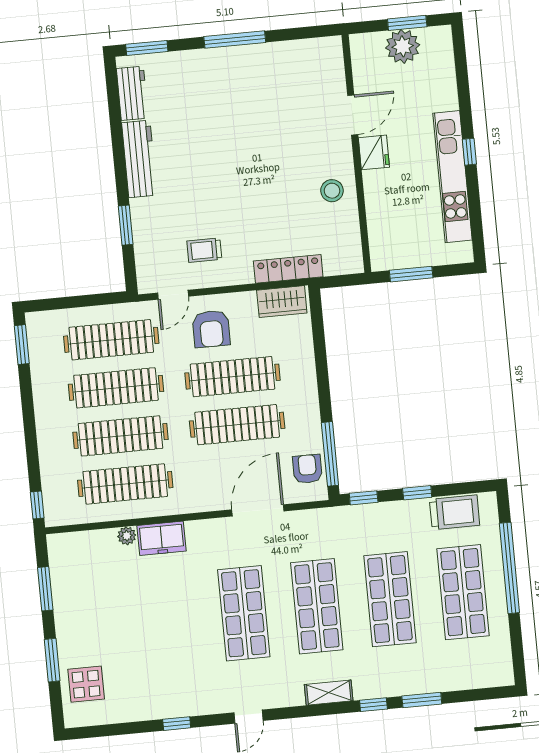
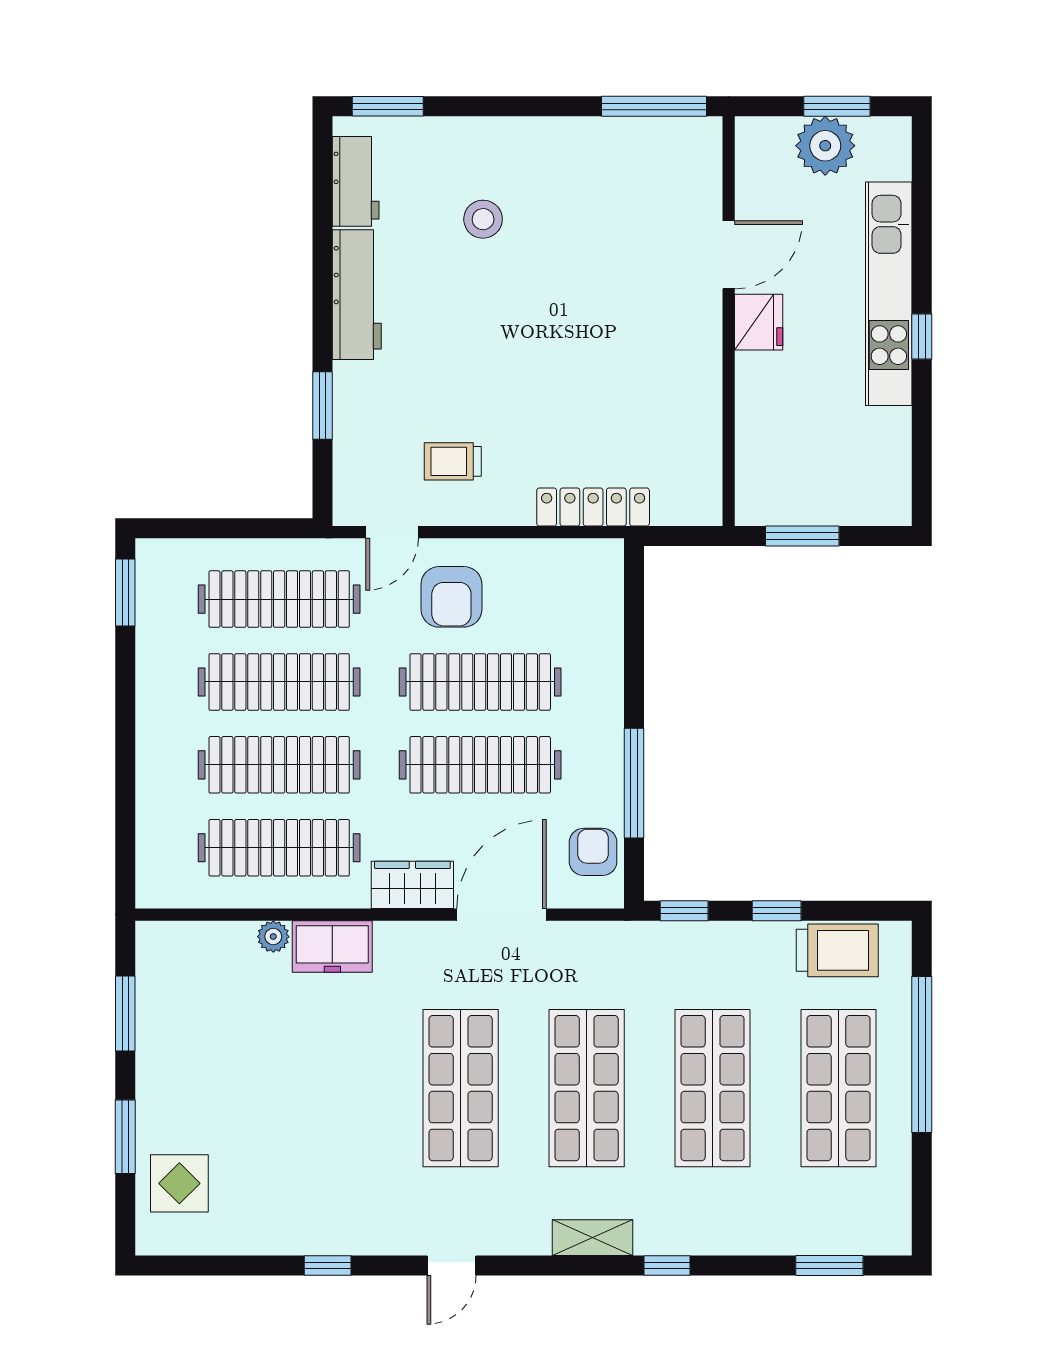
window: (235, 39) -> (654, 106), moved
kitchen unit: (452, 177) -> (889, 294), moved
stool: (332, 191) -> (483, 219), moved
wardrobe: (282, 302) -> (412, 885), moved, turned 180
window: (330, 454) -> (634, 783), moved
window: (37, 505) -> (125, 869), removed
window: (422, 700) -> (829, 1266), moved

